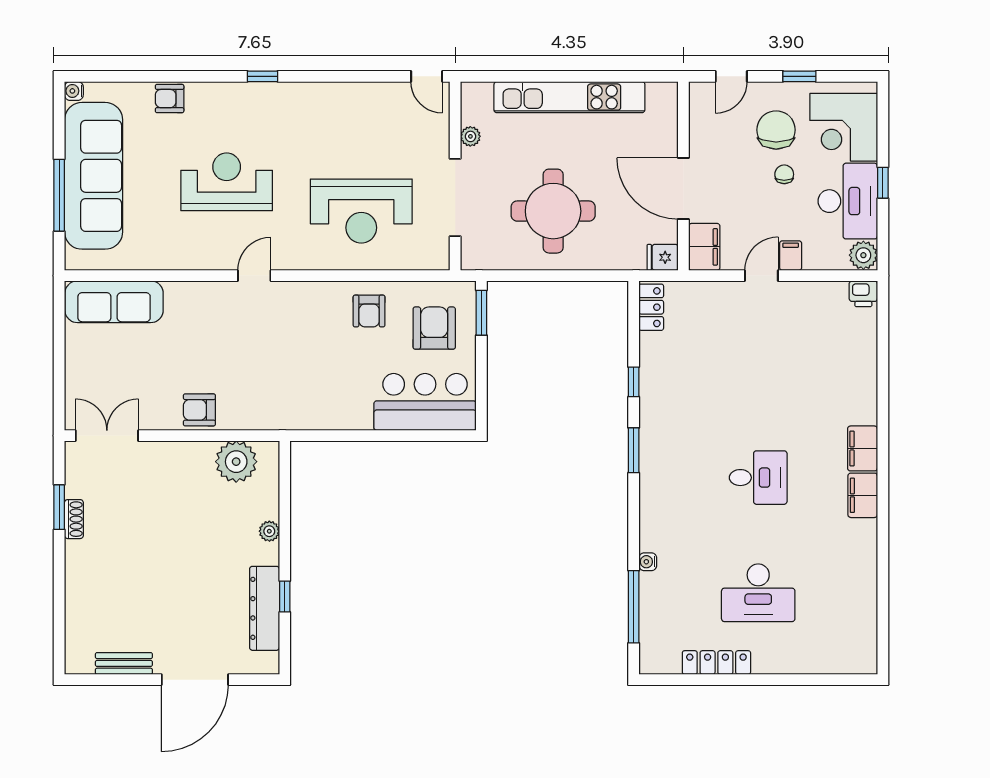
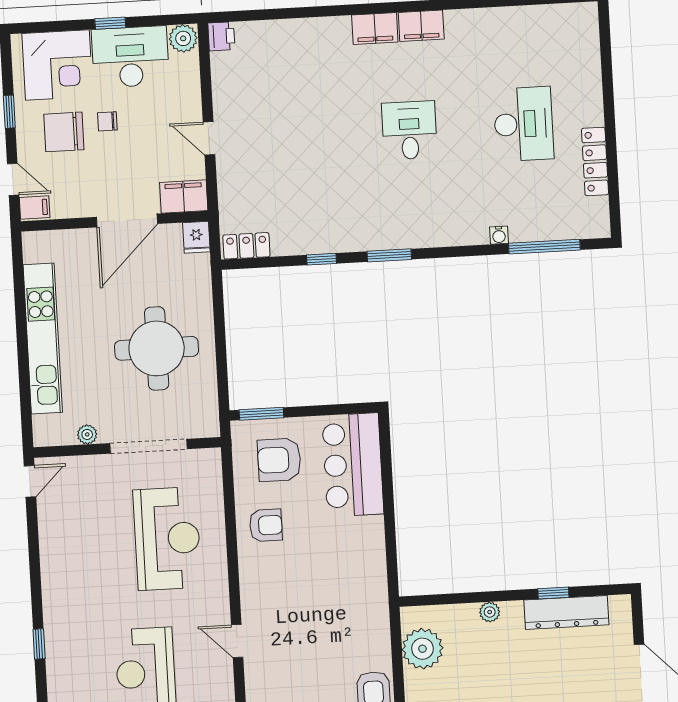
filing cabinet: (791, 256) -> (35, 207), moved, turned 180

